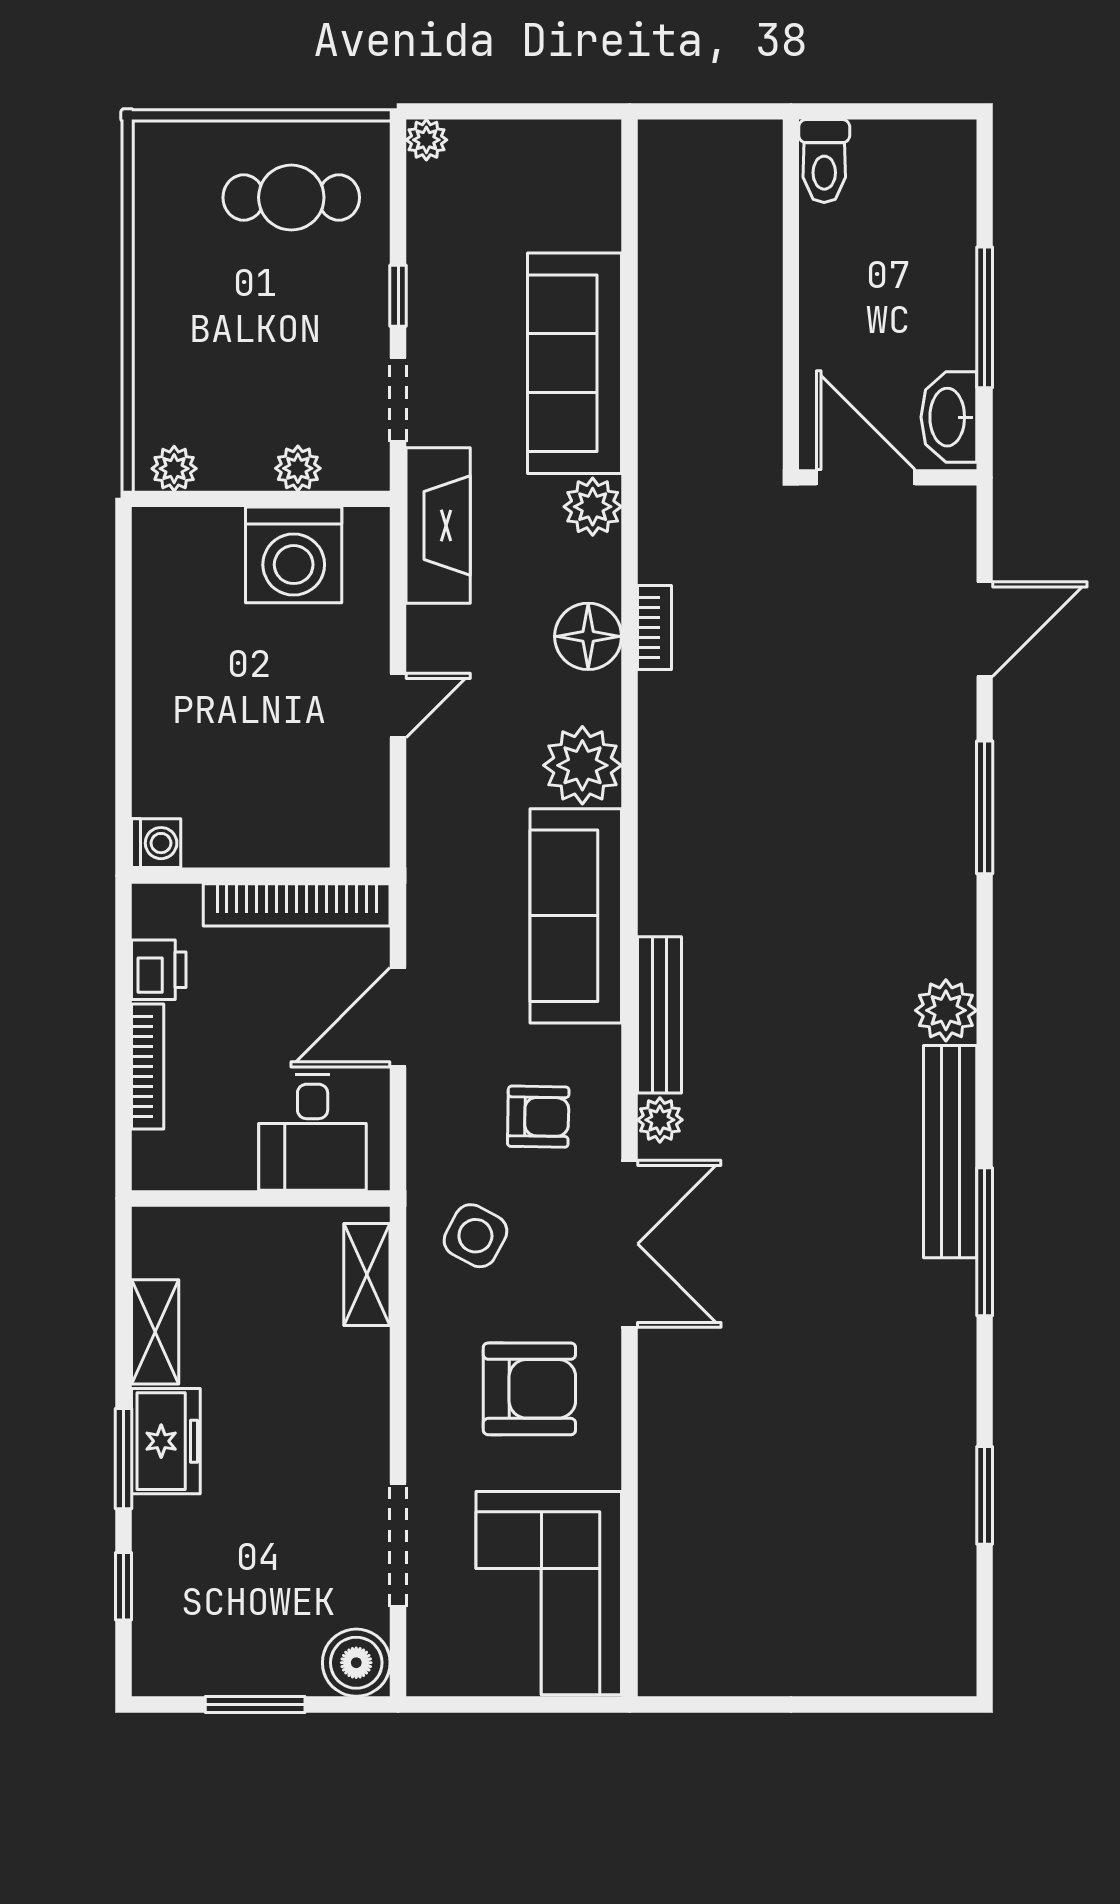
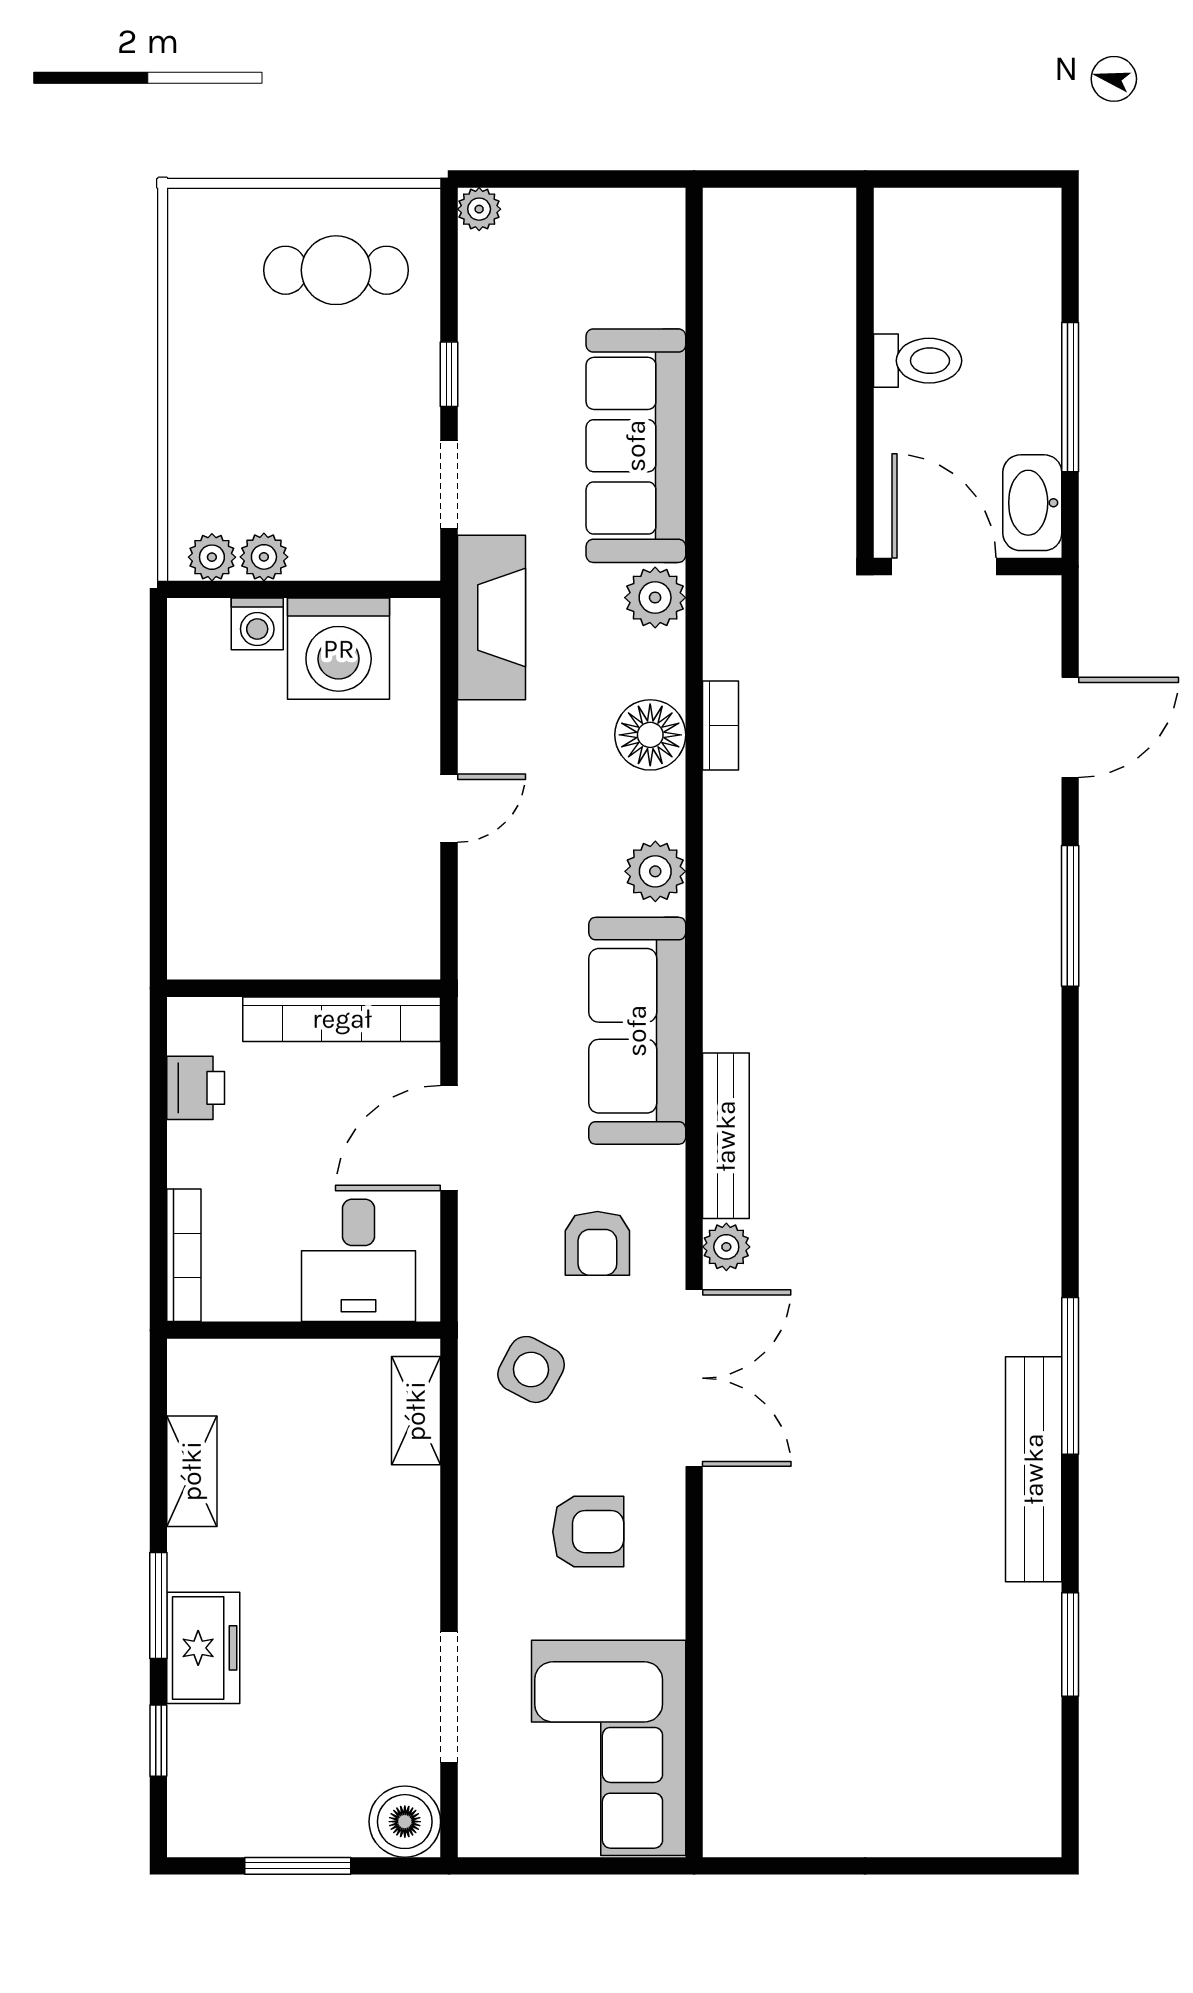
toilet: (824, 161) -> (918, 361), moved, turned -90
plant: (298, 468) -> (264, 557), moved
plant: (582, 765) -> (655, 871), width x0.73, depth x0.73
washing machine: (156, 843) -> (257, 624), moved, turned 90
plant: (946, 1010) -> (1029, 1131), removed
bookcase: (148, 1067) -> (184, 1255), moved
armchair: (538, 1117) -> (597, 1243), turned 89
bench: (950, 1152) -> (1034, 1469), moved
armchair: (529, 1389) -> (588, 1532), width x0.72, depth x0.72
freezer: (166, 1441) -> (203, 1648), moved

